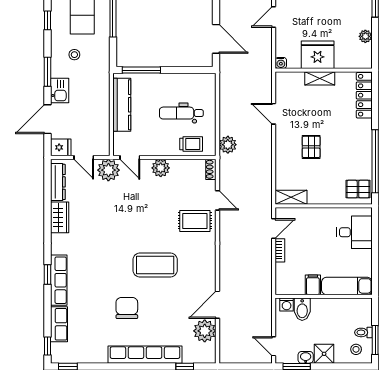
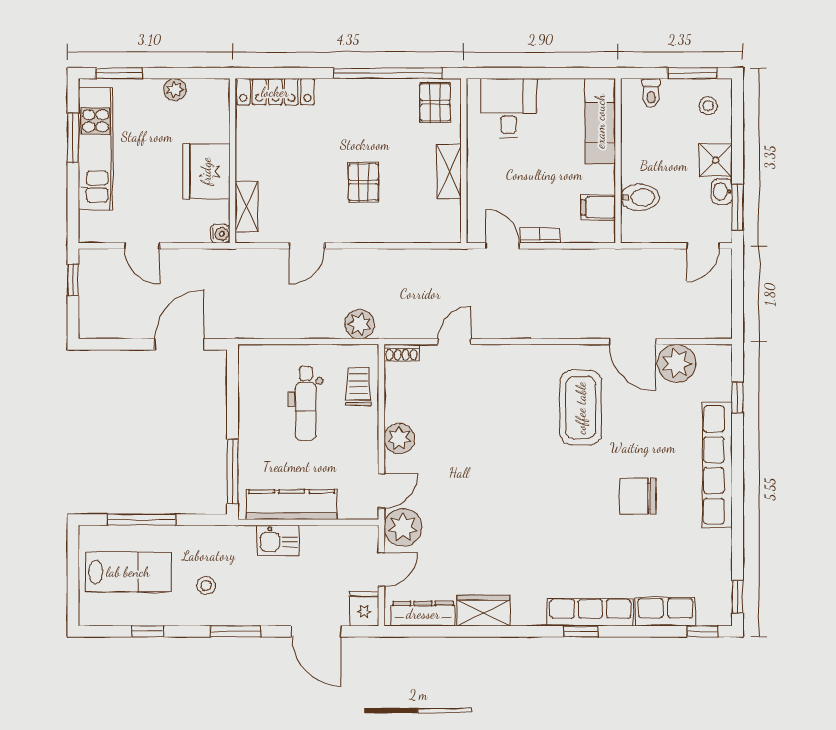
shelving: (320, 78) -> (247, 207), moved
kitchen sink: (60, 91) -> (278, 540), moved, turned 180
pallet: (311, 147) -> (363, 182), turned 90
shelving: (291, 197) -> (449, 171), moved
rug: (195, 221) -> (489, 380), removed
coffee table: (155, 265) -> (581, 408), moved
filing cabinet: (313, 285) -> (598, 207), moved
washing machine: (287, 305) -> (632, 224), removed
toilet: (363, 332) -> (651, 93), moved

